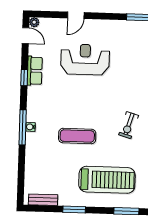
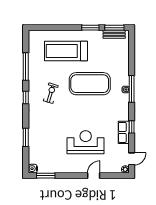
door: (26, 36) -> (132, 159), swing flipped
reception desk: (85, 59) -> (86, 142), turned 180
exercise mat: (77, 136) -> (90, 84), width x2.00, depth x1.45
window: (126, 211) -> (114, 28), moved

